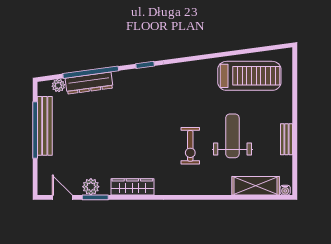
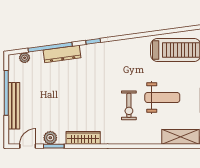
dresser: (89, 83) -> (62, 54), moved
bench: (45, 126) -> (14, 106), moved
weight bench: (232, 136) -> (162, 97), turned 90
door: (62, 197) -> (28, 146), hinge flipped

